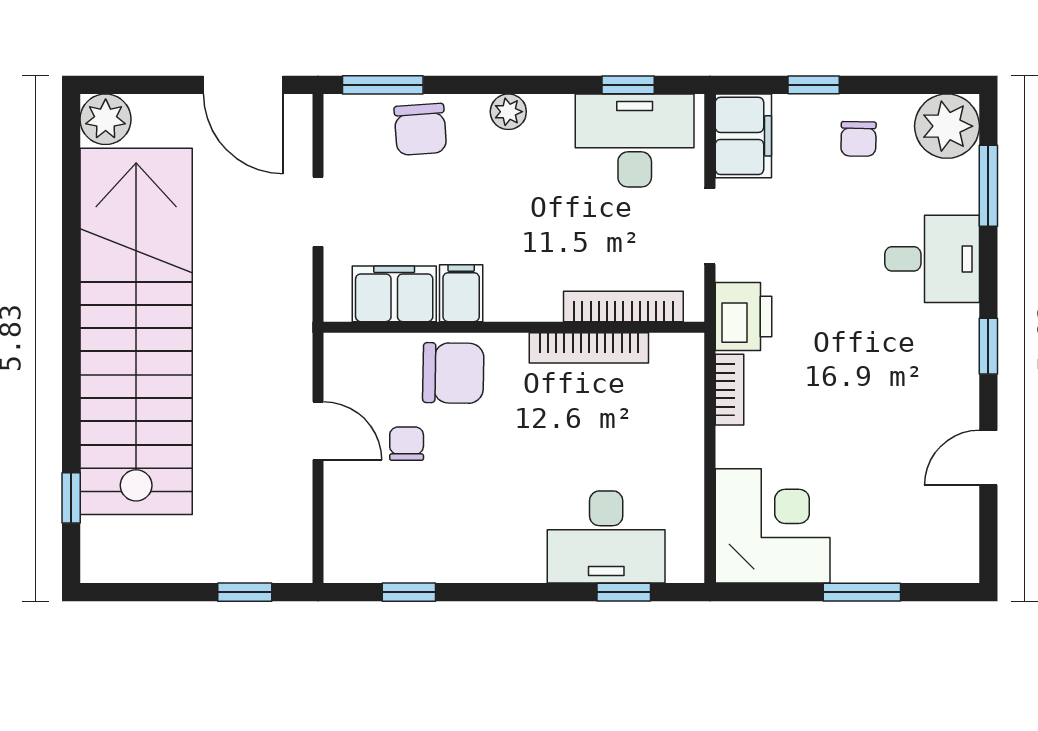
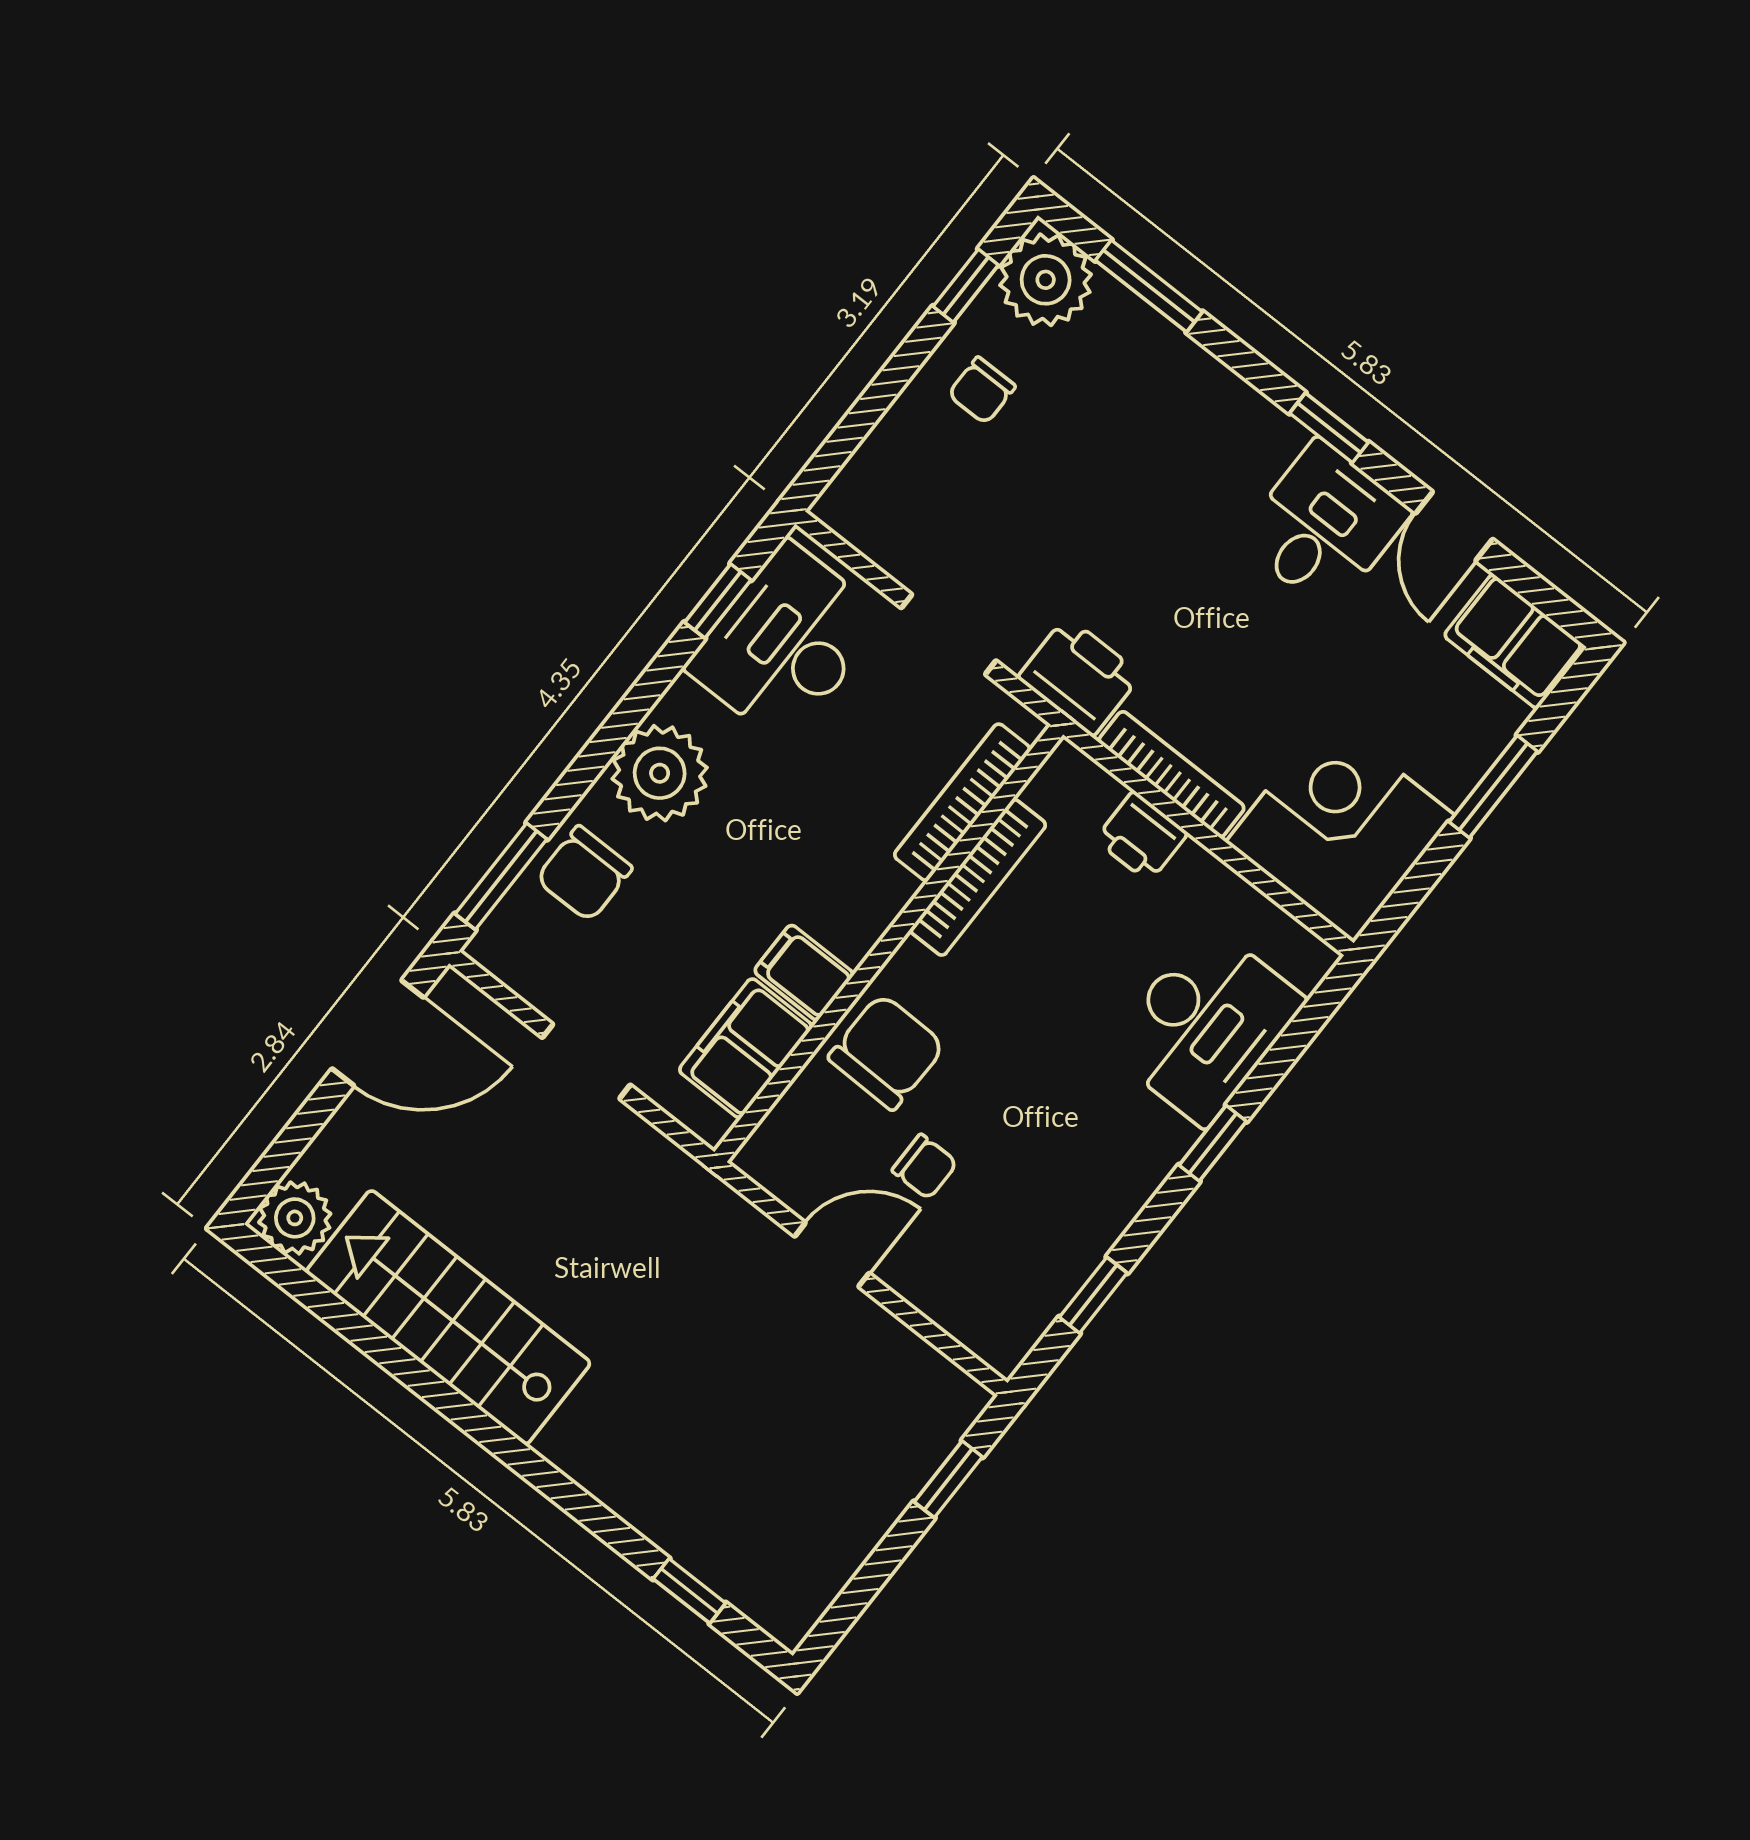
window: (814, 85) -> (966, 286), moved
plant: (508, 112) -> (660, 773), width x1.88, depth x1.88
chair: (420, 129) -> (584, 874), turned 94
filing cabinet: (743, 136) -> (1515, 641), moved, turned 180
chair: (858, 139) -> (982, 390), turned 89
desk: (932, 259) -> (1324, 526), moved
stairs: (136, 331) -> (448, 1317), width x0.54, depth x0.66
bookcase: (729, 390) -> (1172, 774), width x1.56
printer: (682, 420) -> (1141, 837), added
chair: (407, 444) -> (925, 1167), turned 180
window: (624, 592) -> (1213, 1143), moved

